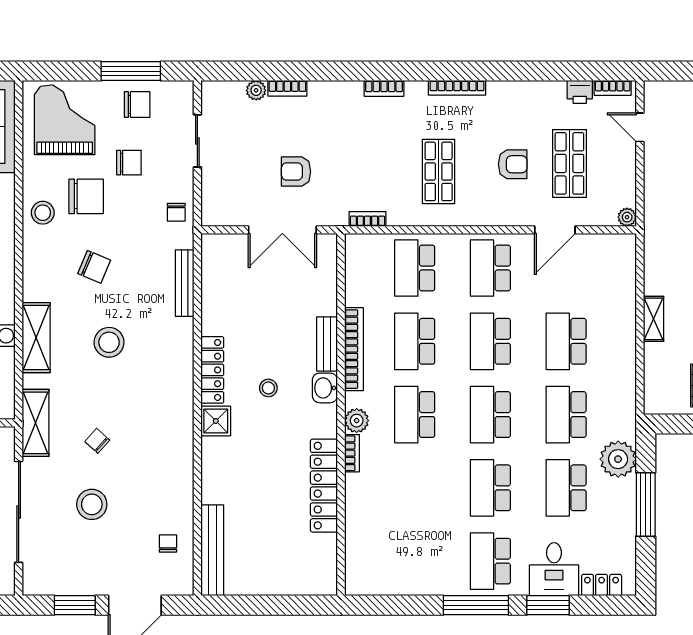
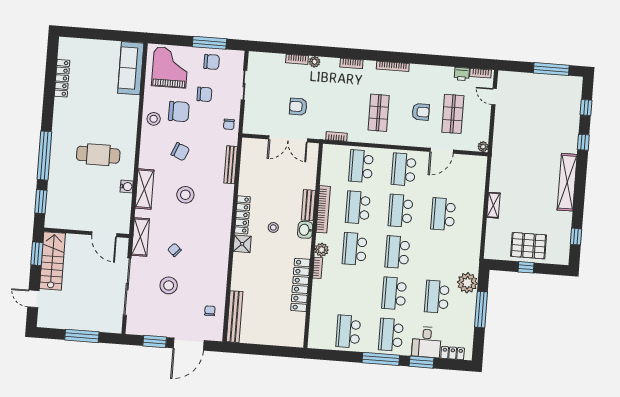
plant: (256, 90) -> (315, 62), moved
school desk: (566, 415) -> (348, 331), moved

